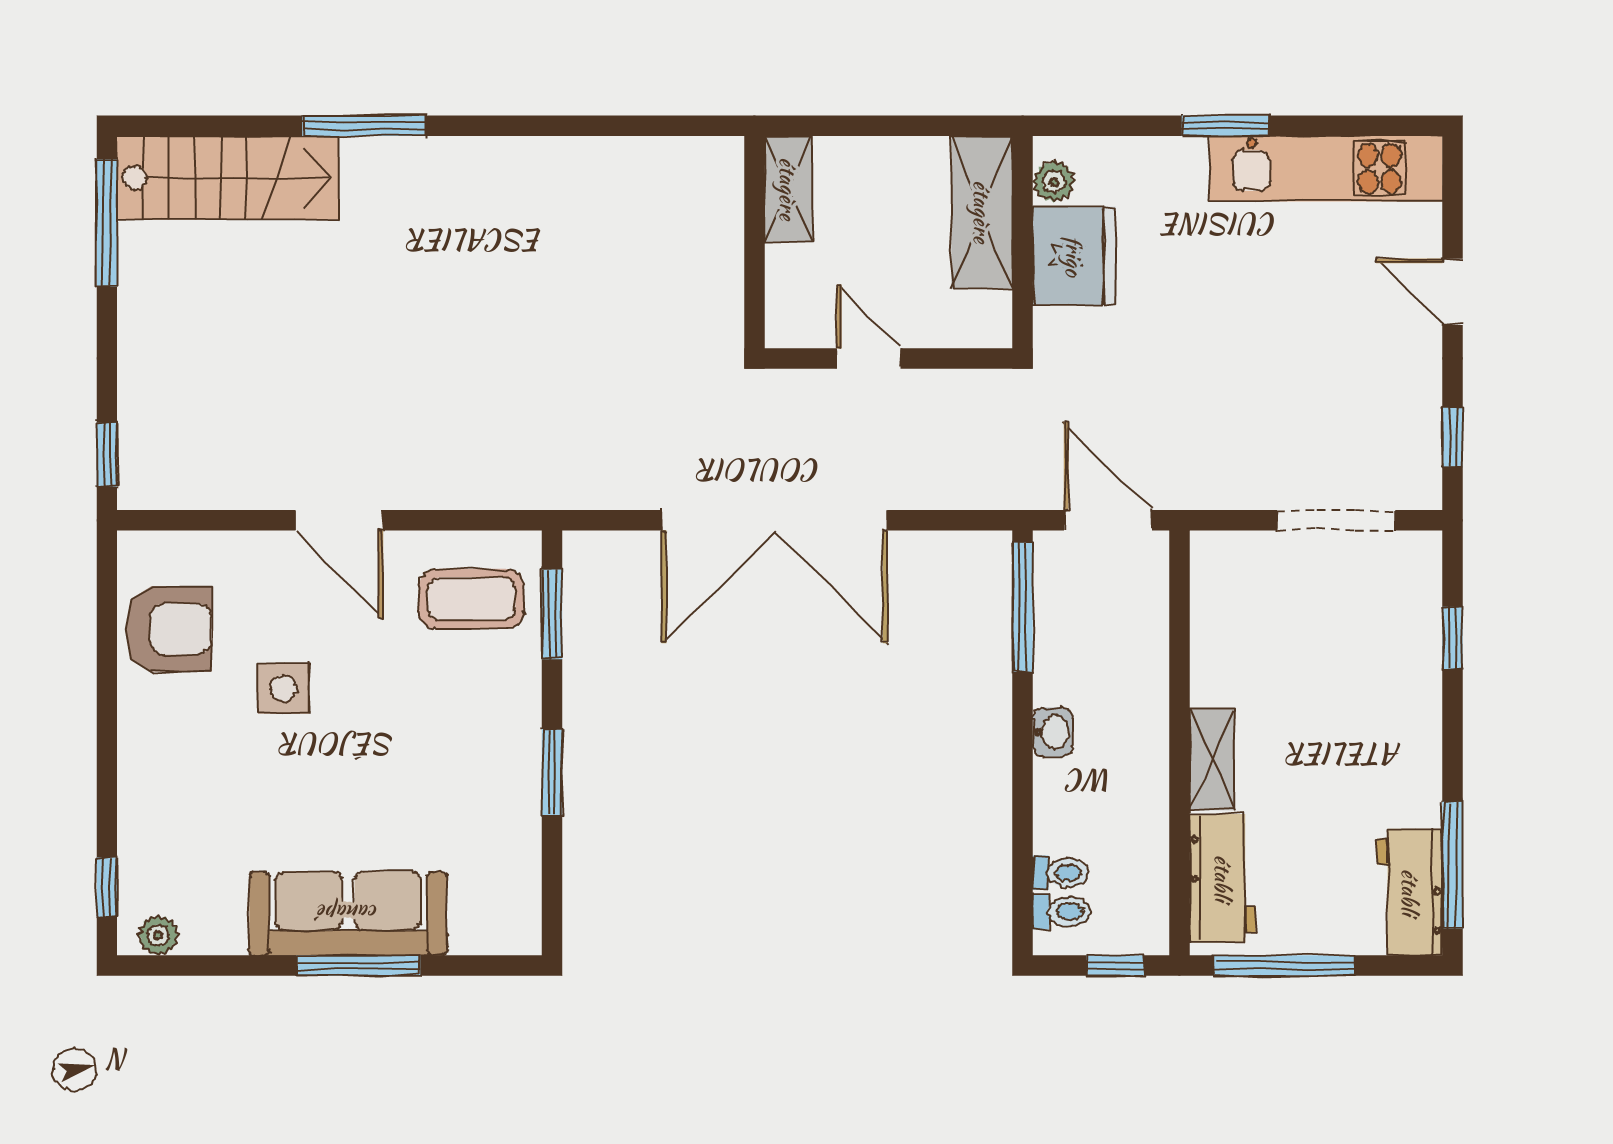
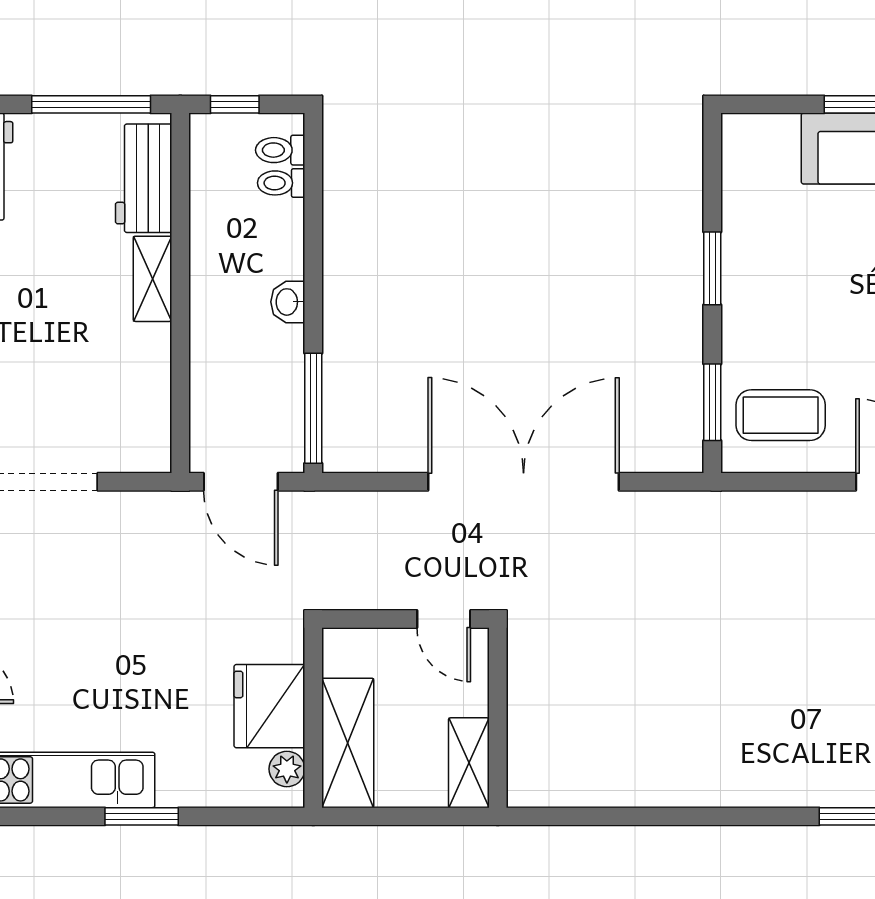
shelving: (788, 189) -> (469, 763), moved
wall: (754, 242) -> (498, 718), moved

